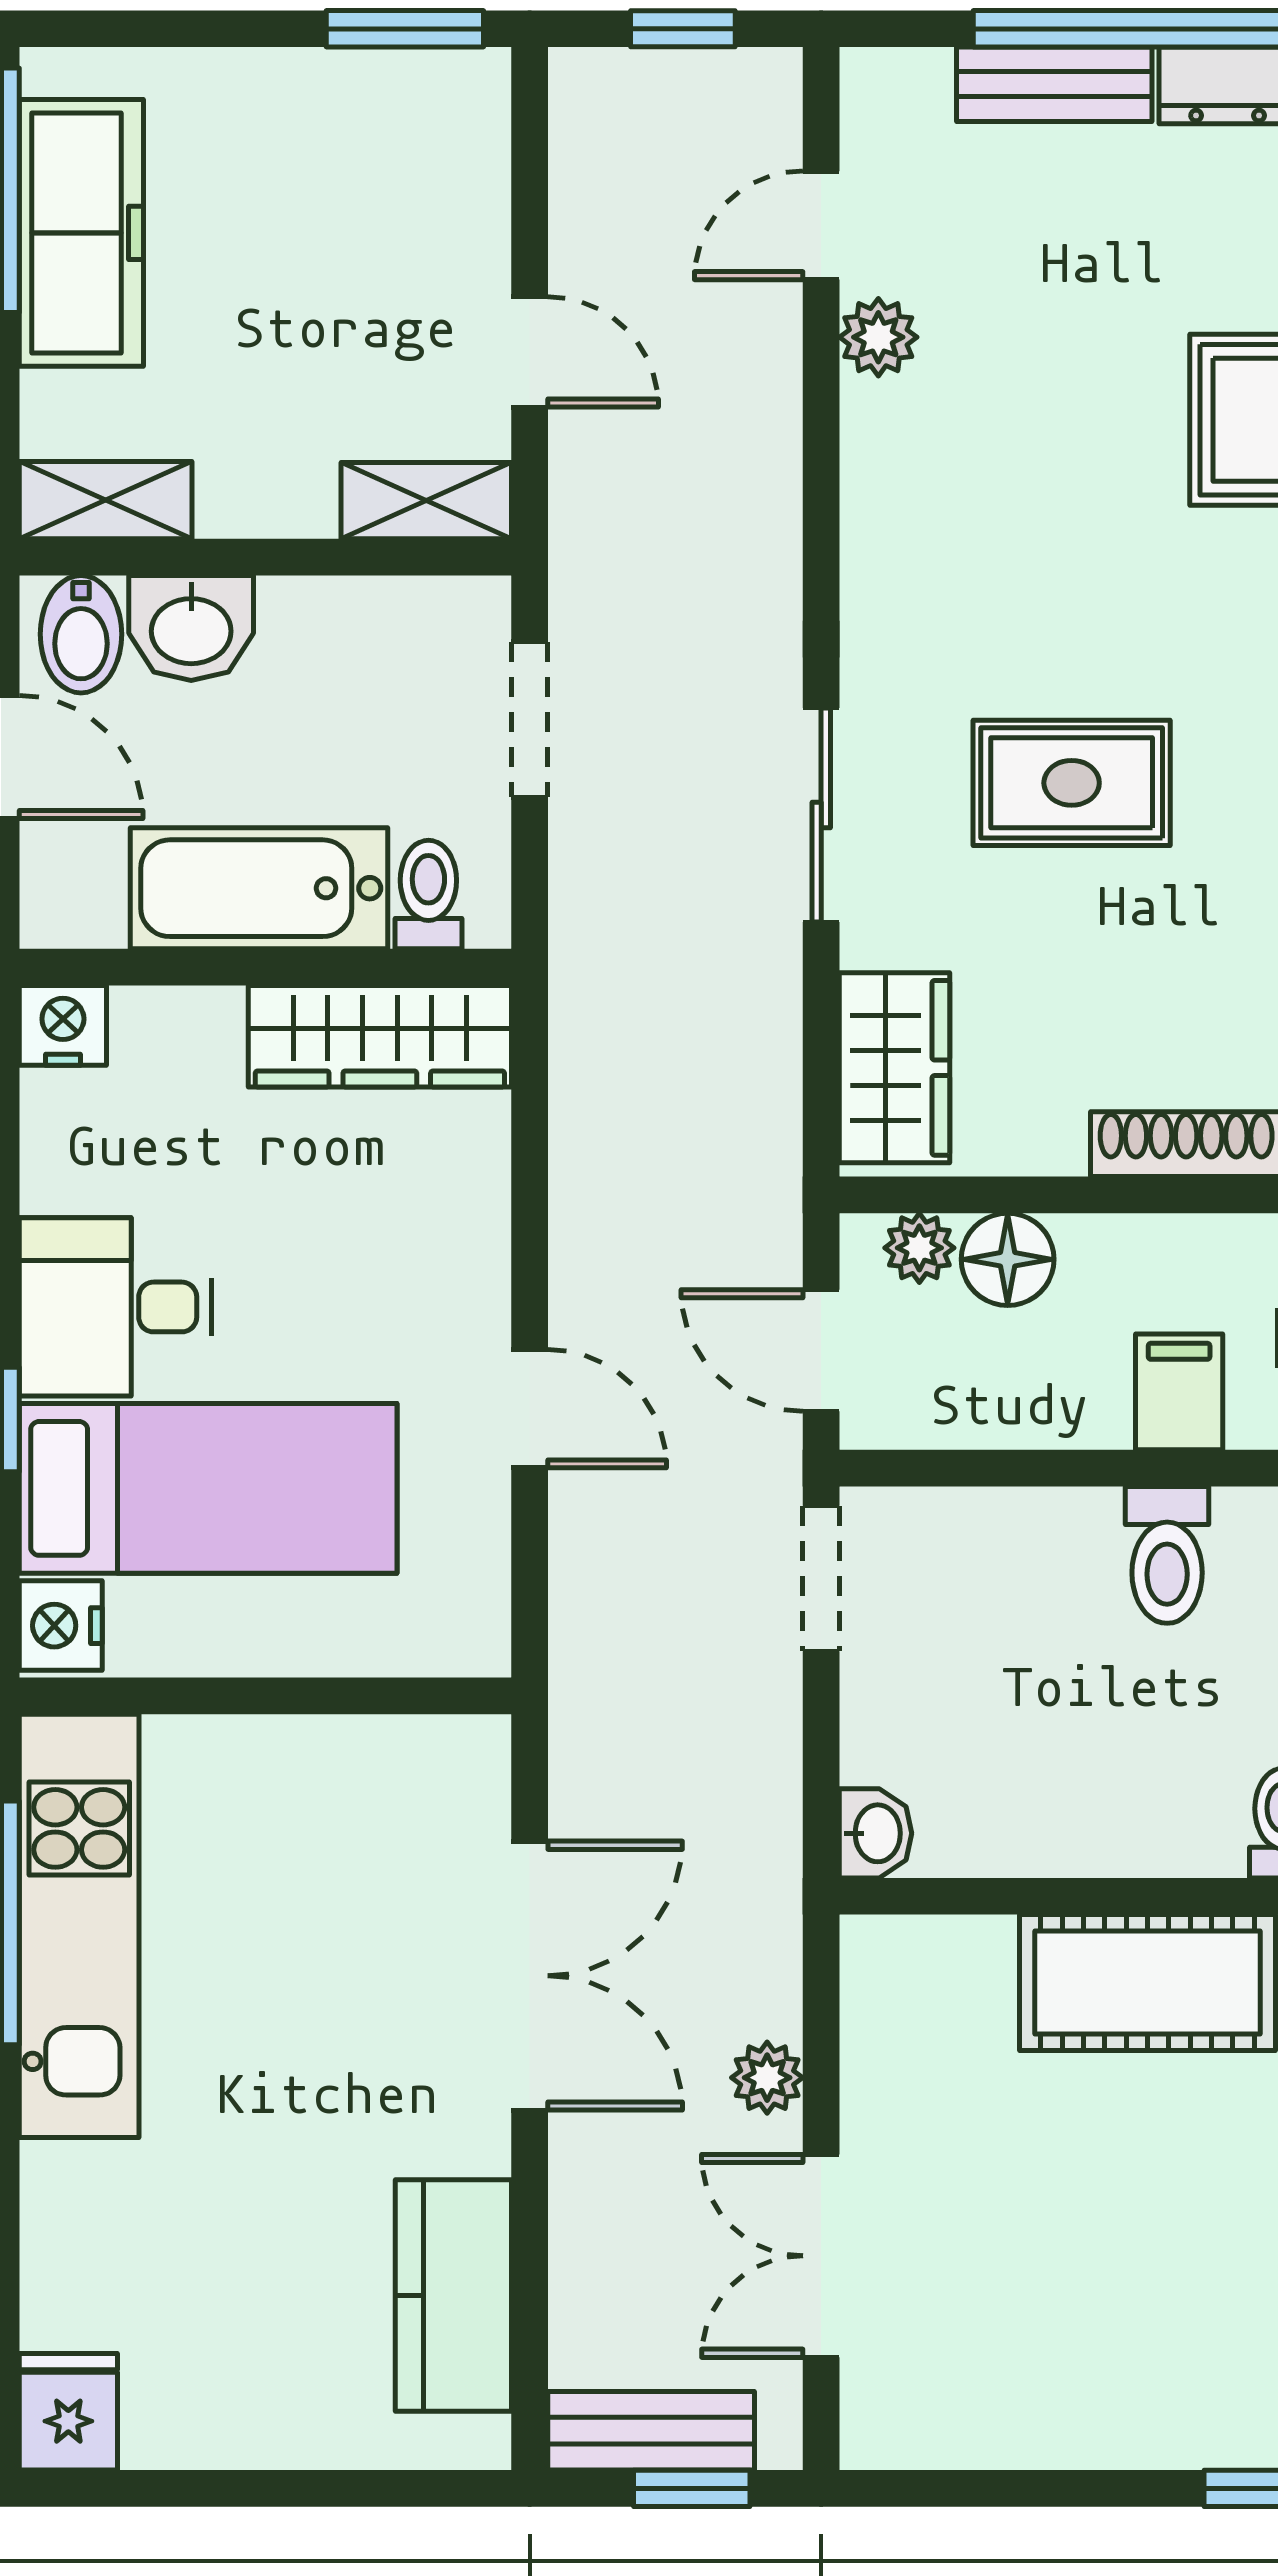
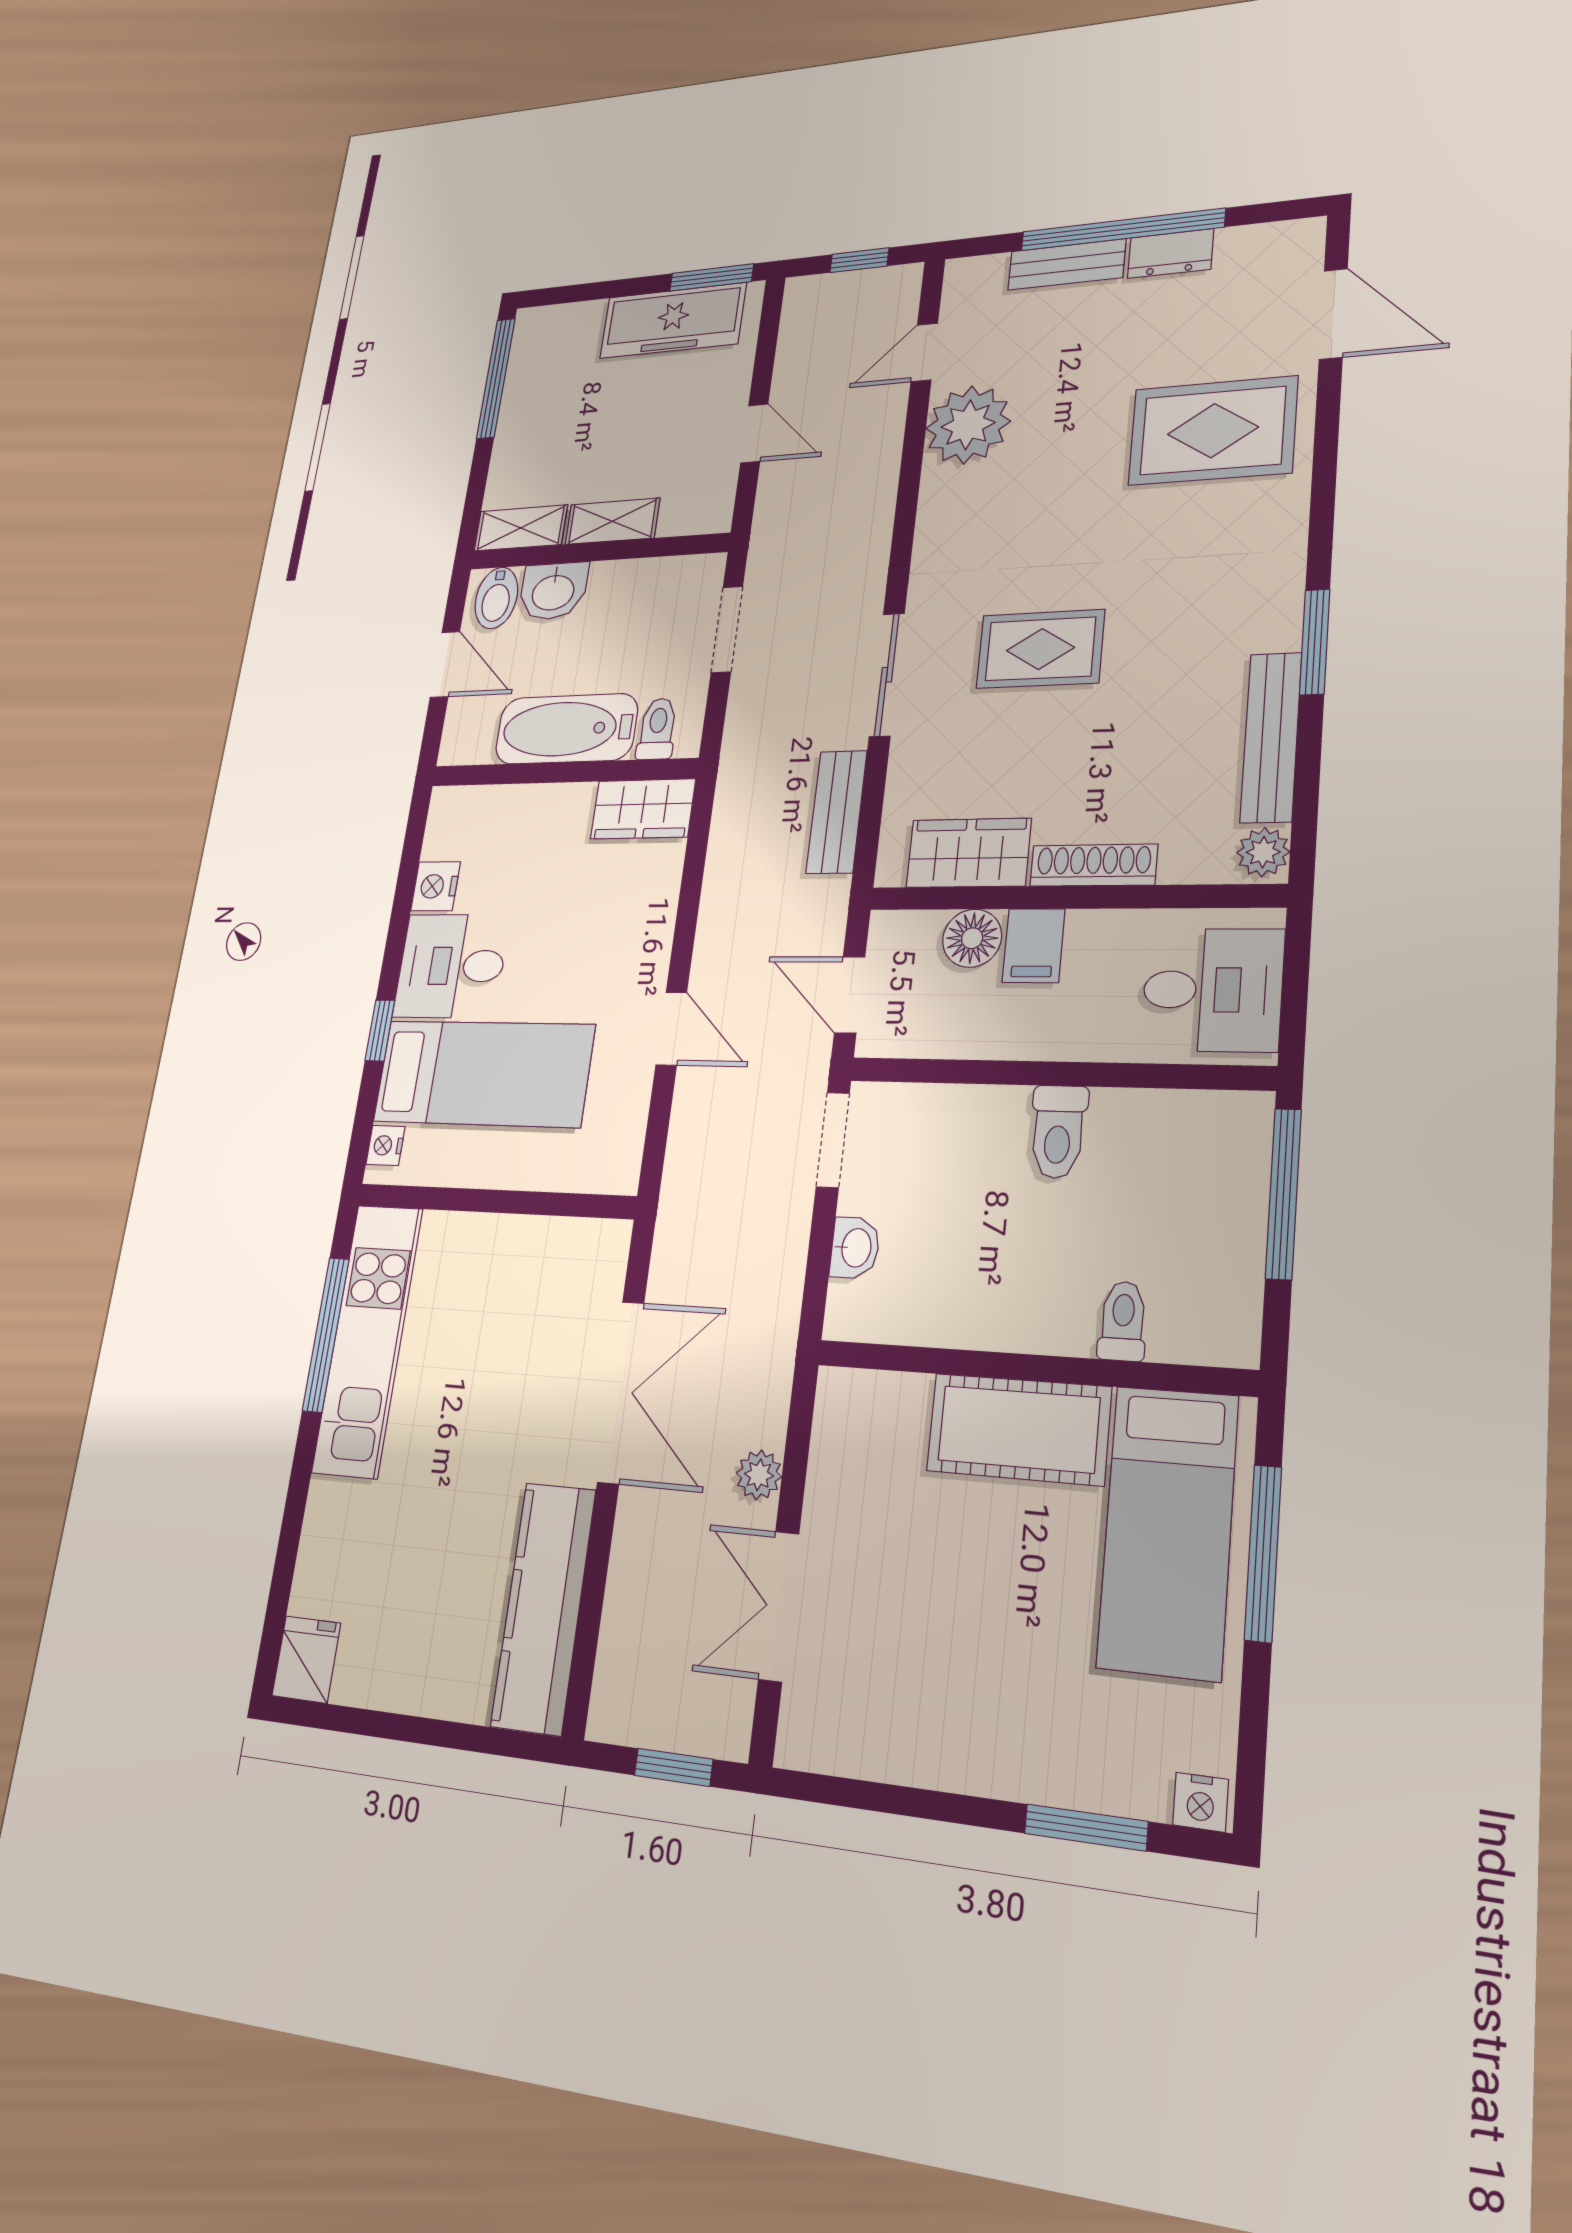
freezer: (81, 233) -> (673, 321), moved, turned 90
plant: (878, 337) -> (968, 425), width x1.88, depth x1.88
shelving: (426, 501) -> (612, 521), moved
nightstand: (63, 1025) -> (436, 886), moved, turned -90
wardrobe: (380, 1036) -> (643, 809), width x0.67
wardrobe: (895, 1068) -> (969, 853), moved, turned -90
plant: (919, 1248) -> (917, 931), removed
filing cabinet: (1179, 1392) -> (1034, 946), moved, turned 180
nightstand: (61, 1626) -> (385, 1145), width x0.72, depth x0.74
washbasin: (876, 1833) -> (855, 1248), moved
kitchen counter: (453, 2295) -> (544, 1607), width x1.50
bench: (651, 2431) -> (837, 812), moved, turned 90

